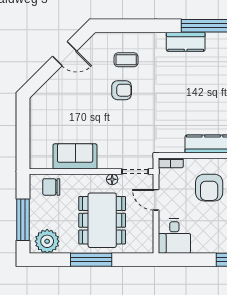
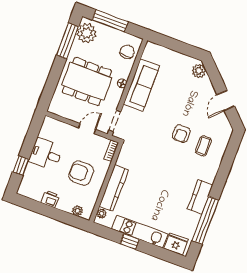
plant: (42, 97) -> (199, 71), added
sofa: (75, 156) -> (141, 85), width x1.36
floor lamp: (112, 179) -> (122, 83), moved
desk: (174, 236) -> (46, 154), moved
window: (91, 260) -> (67, 41), moved

